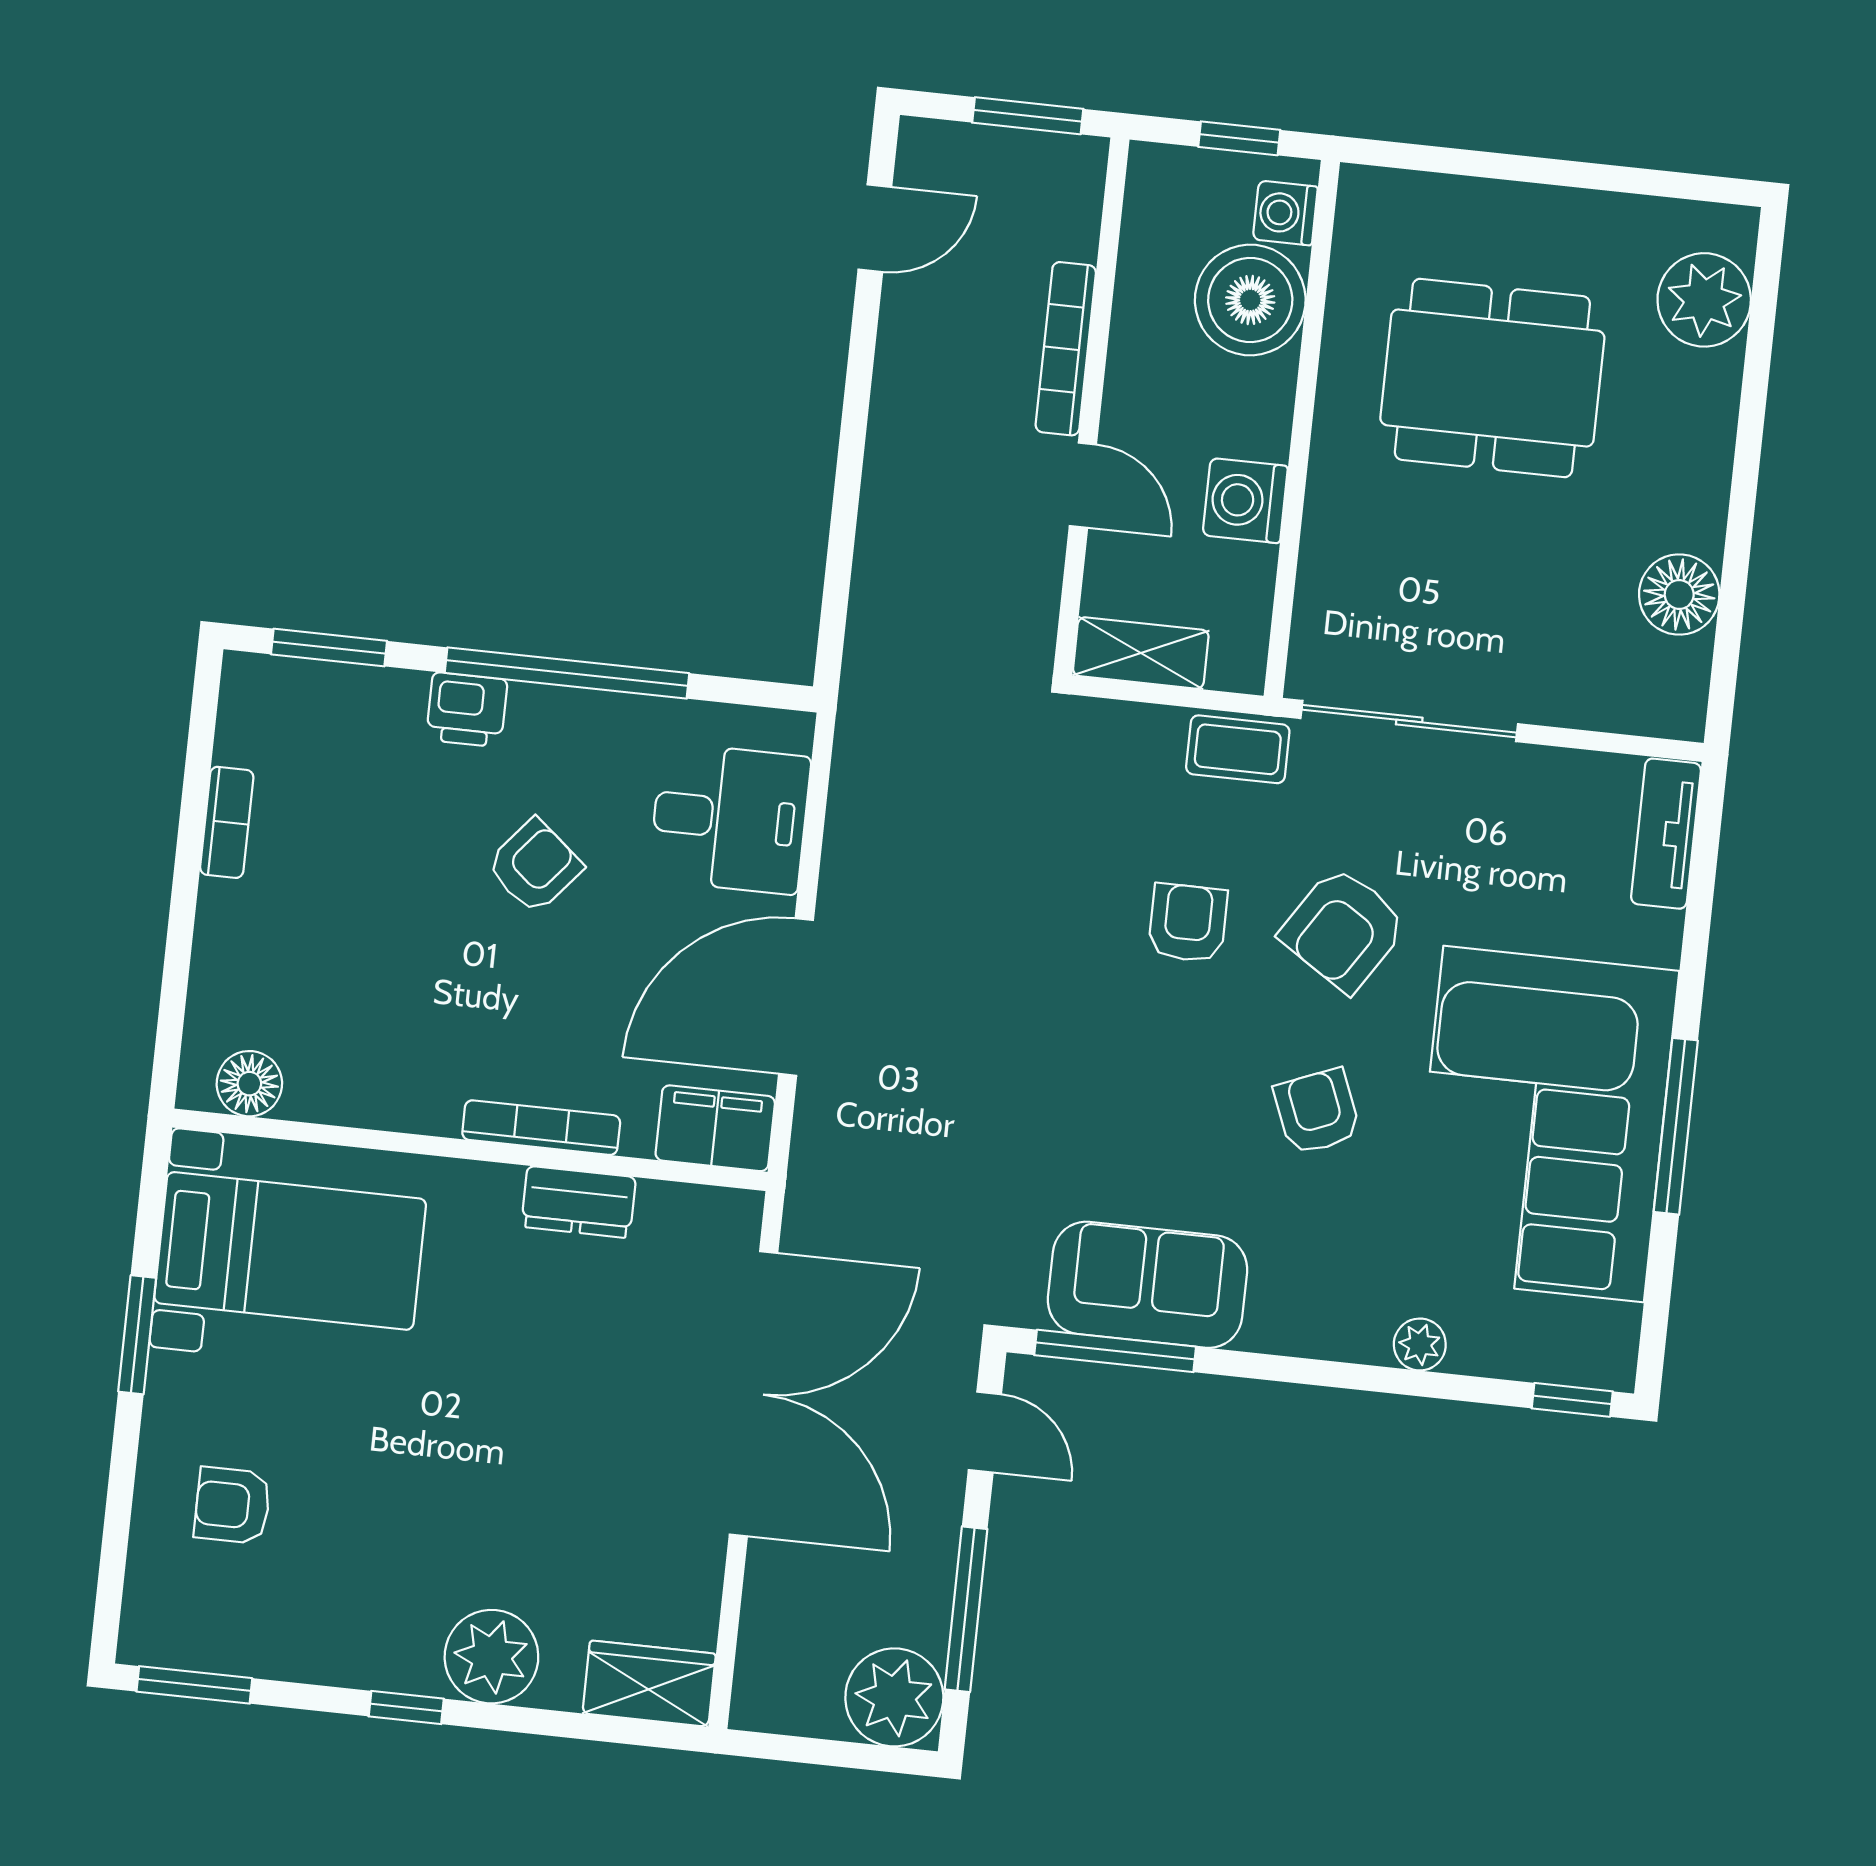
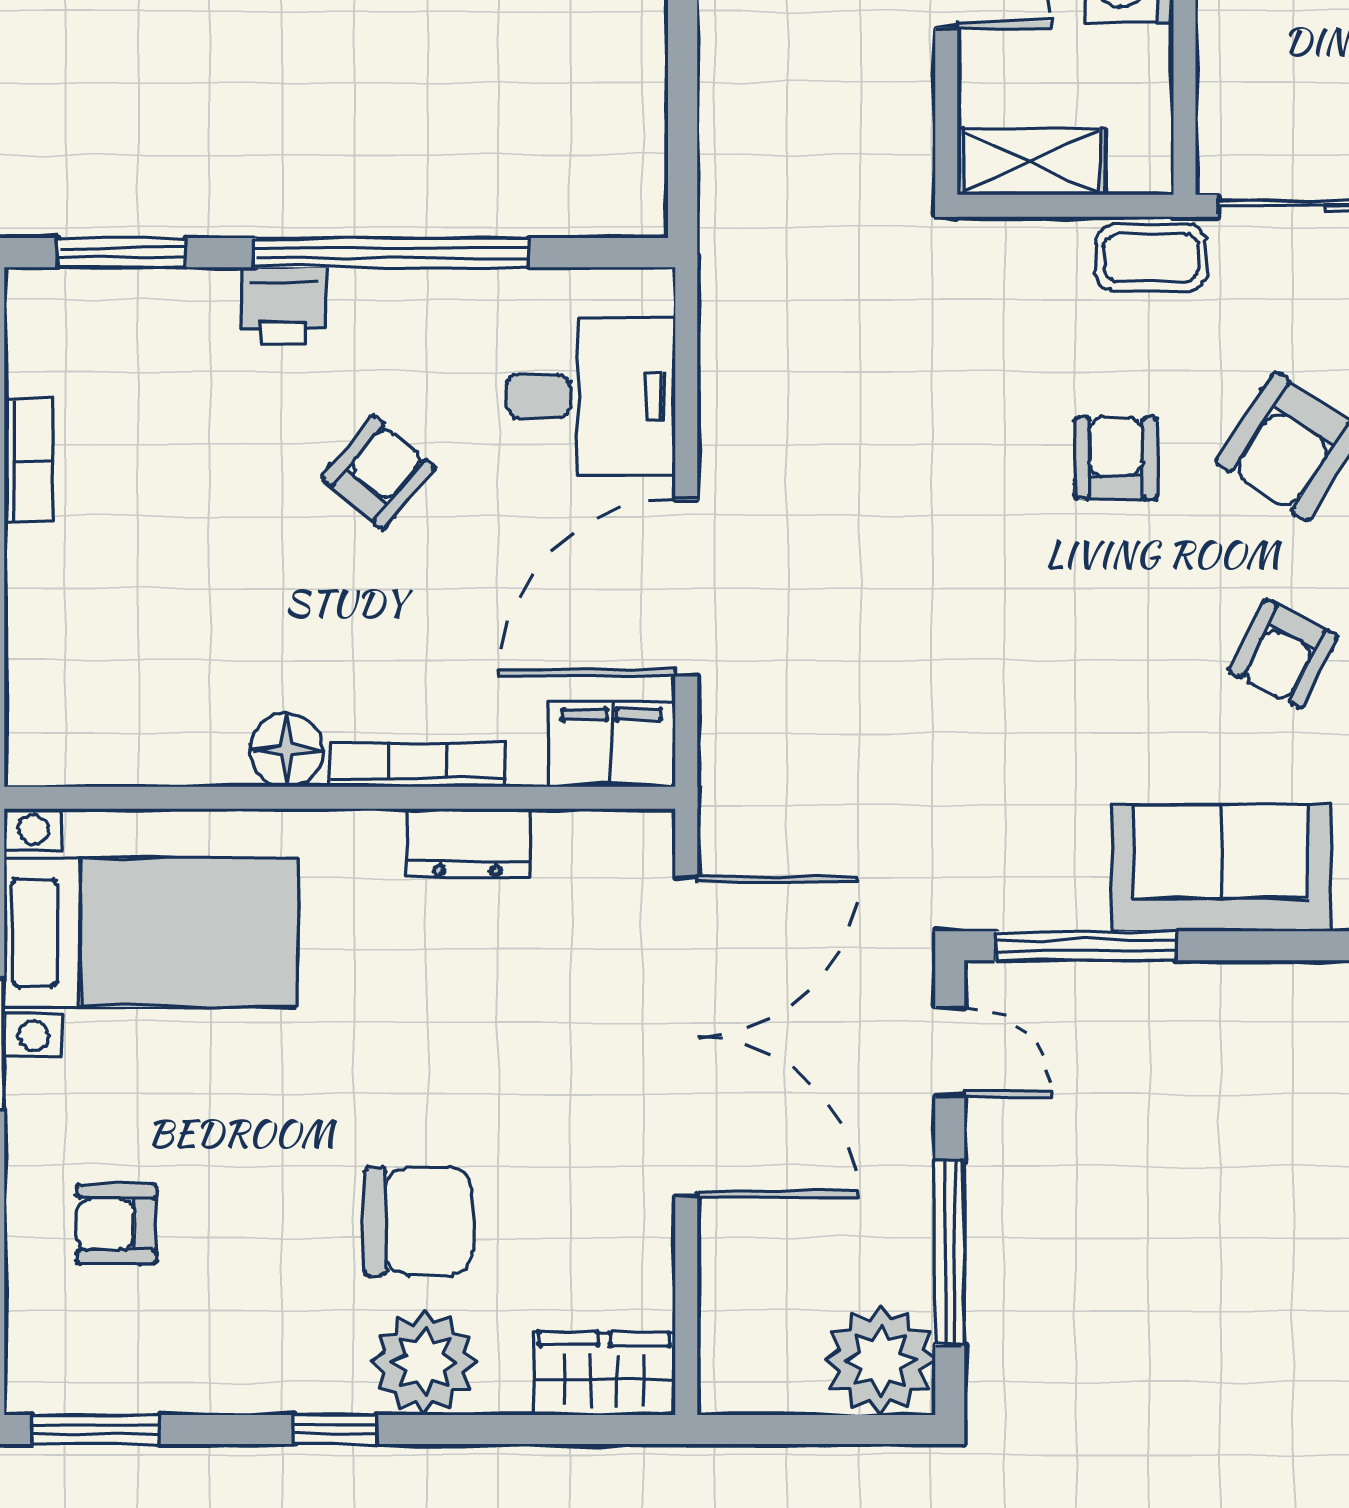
floor lamp: (249, 1084) -> (287, 750), moved
armchair: (1317, 1112) -> (1283, 654), turned -131
sofa: (1148, 1285) -> (1221, 868), moved
chair: (500, 1532) -> (419, 1221), added

